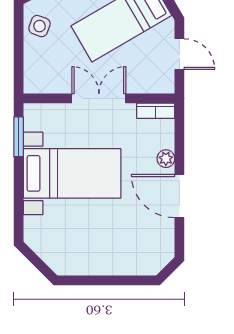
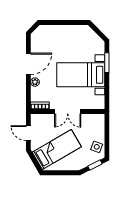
window: (19, 137) -> (107, 63), moved
door: (179, 196) -> (28, 64), hinge flipped

